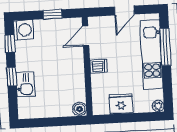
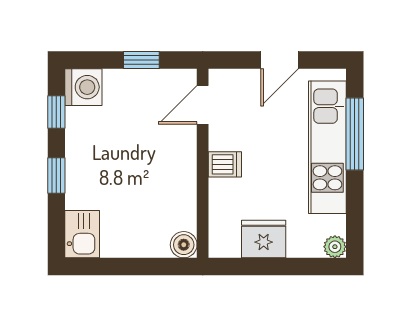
kitchen sink: (25, 84) -> (82, 234), moved

